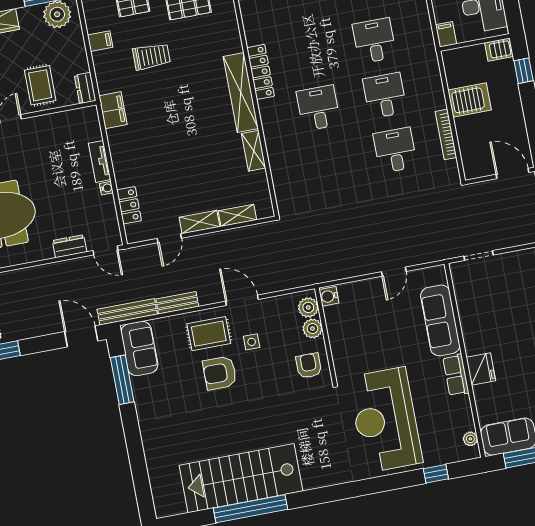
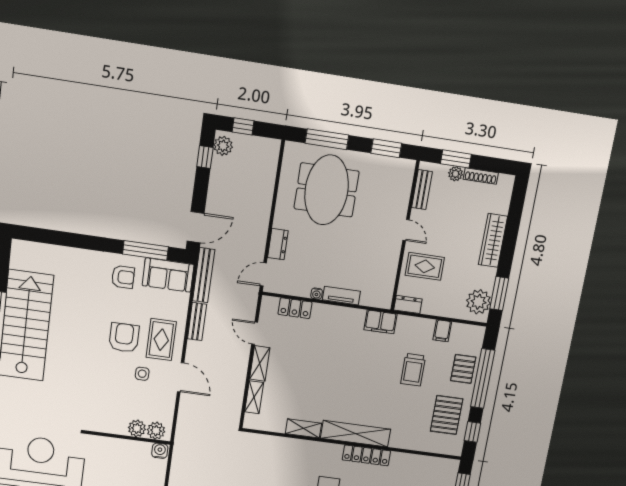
door: (242, 300) -> (181, 377), hinge flipped
armchair: (309, 366) -> (123, 277), moved

